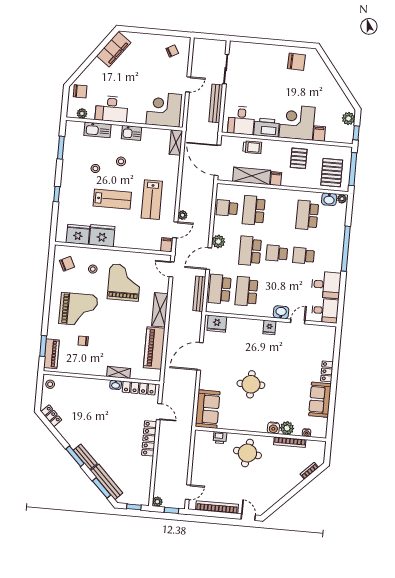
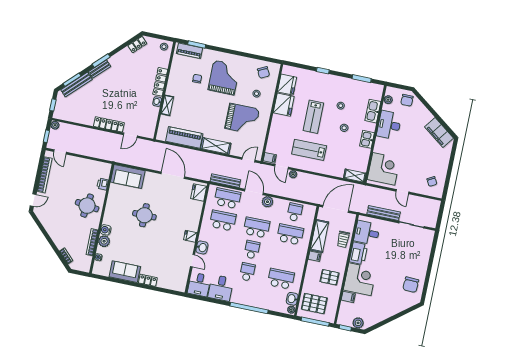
grand piano: (78, 309) -> (224, 78), turned 180
locker: (139, 388) -> (160, 82), moved

